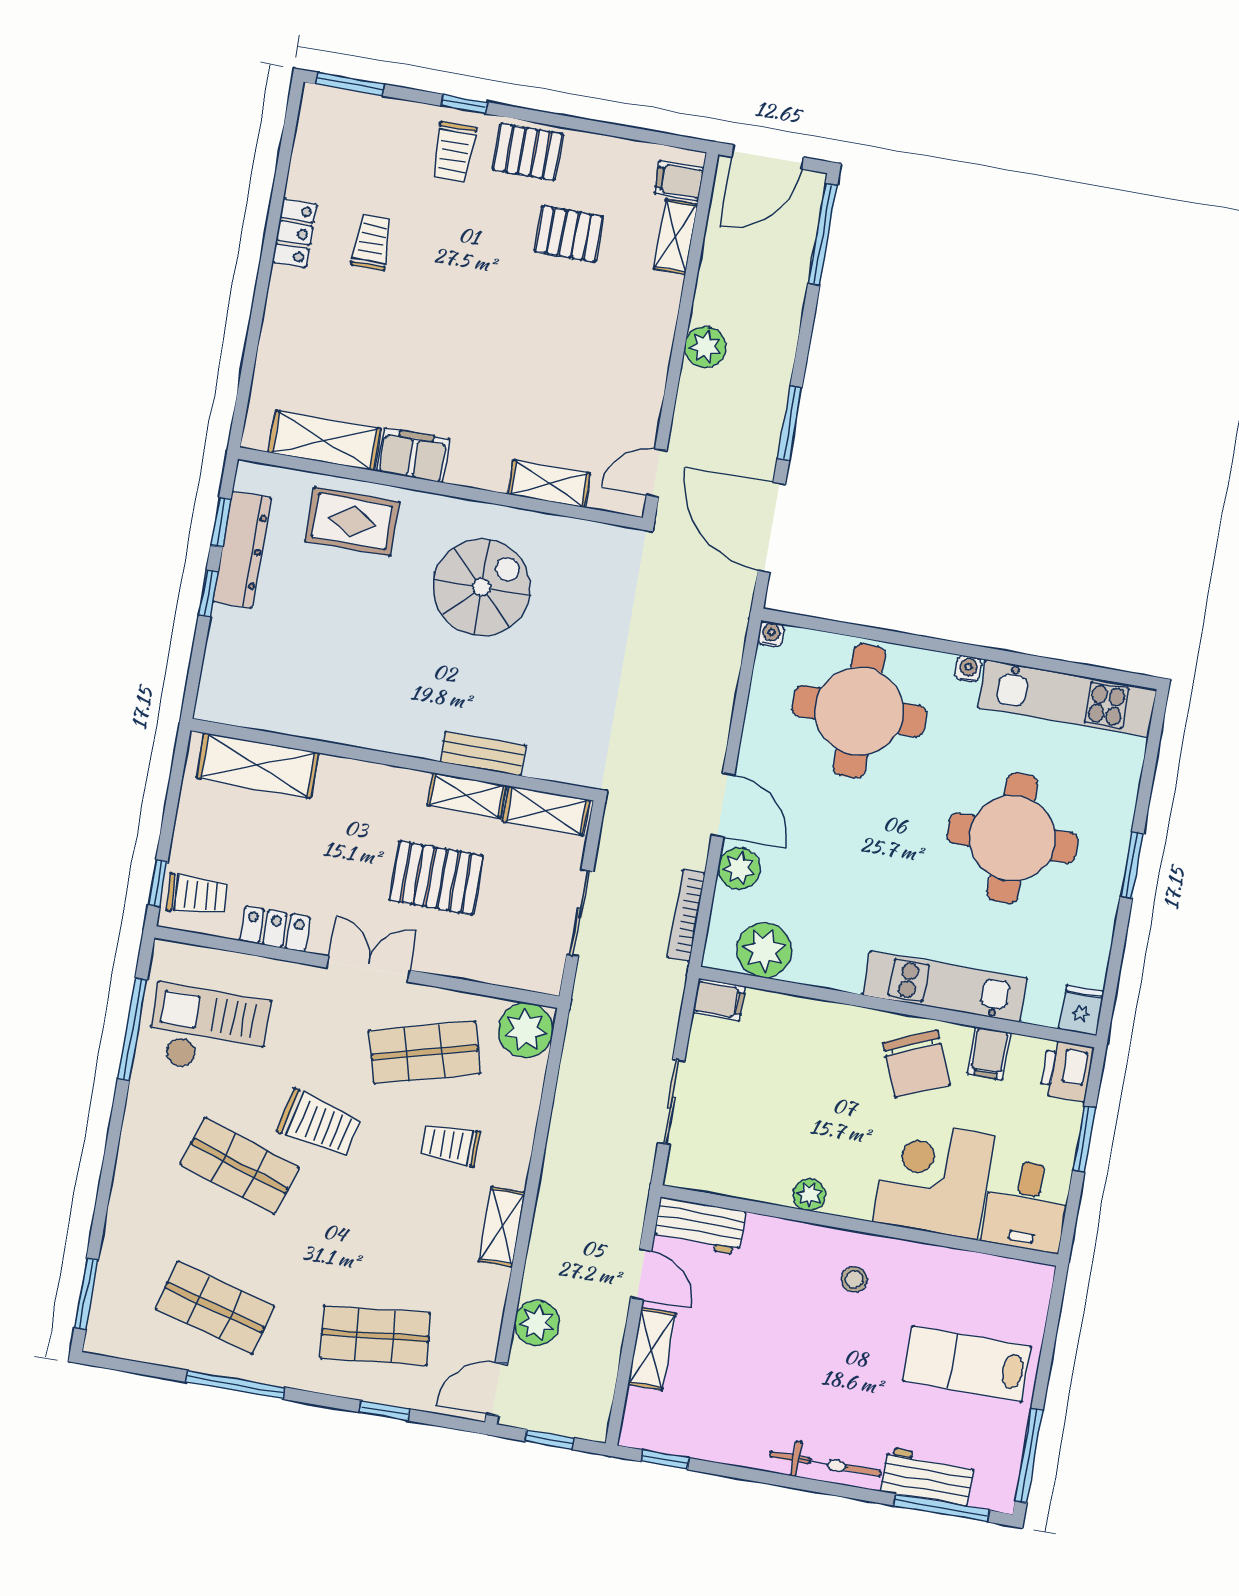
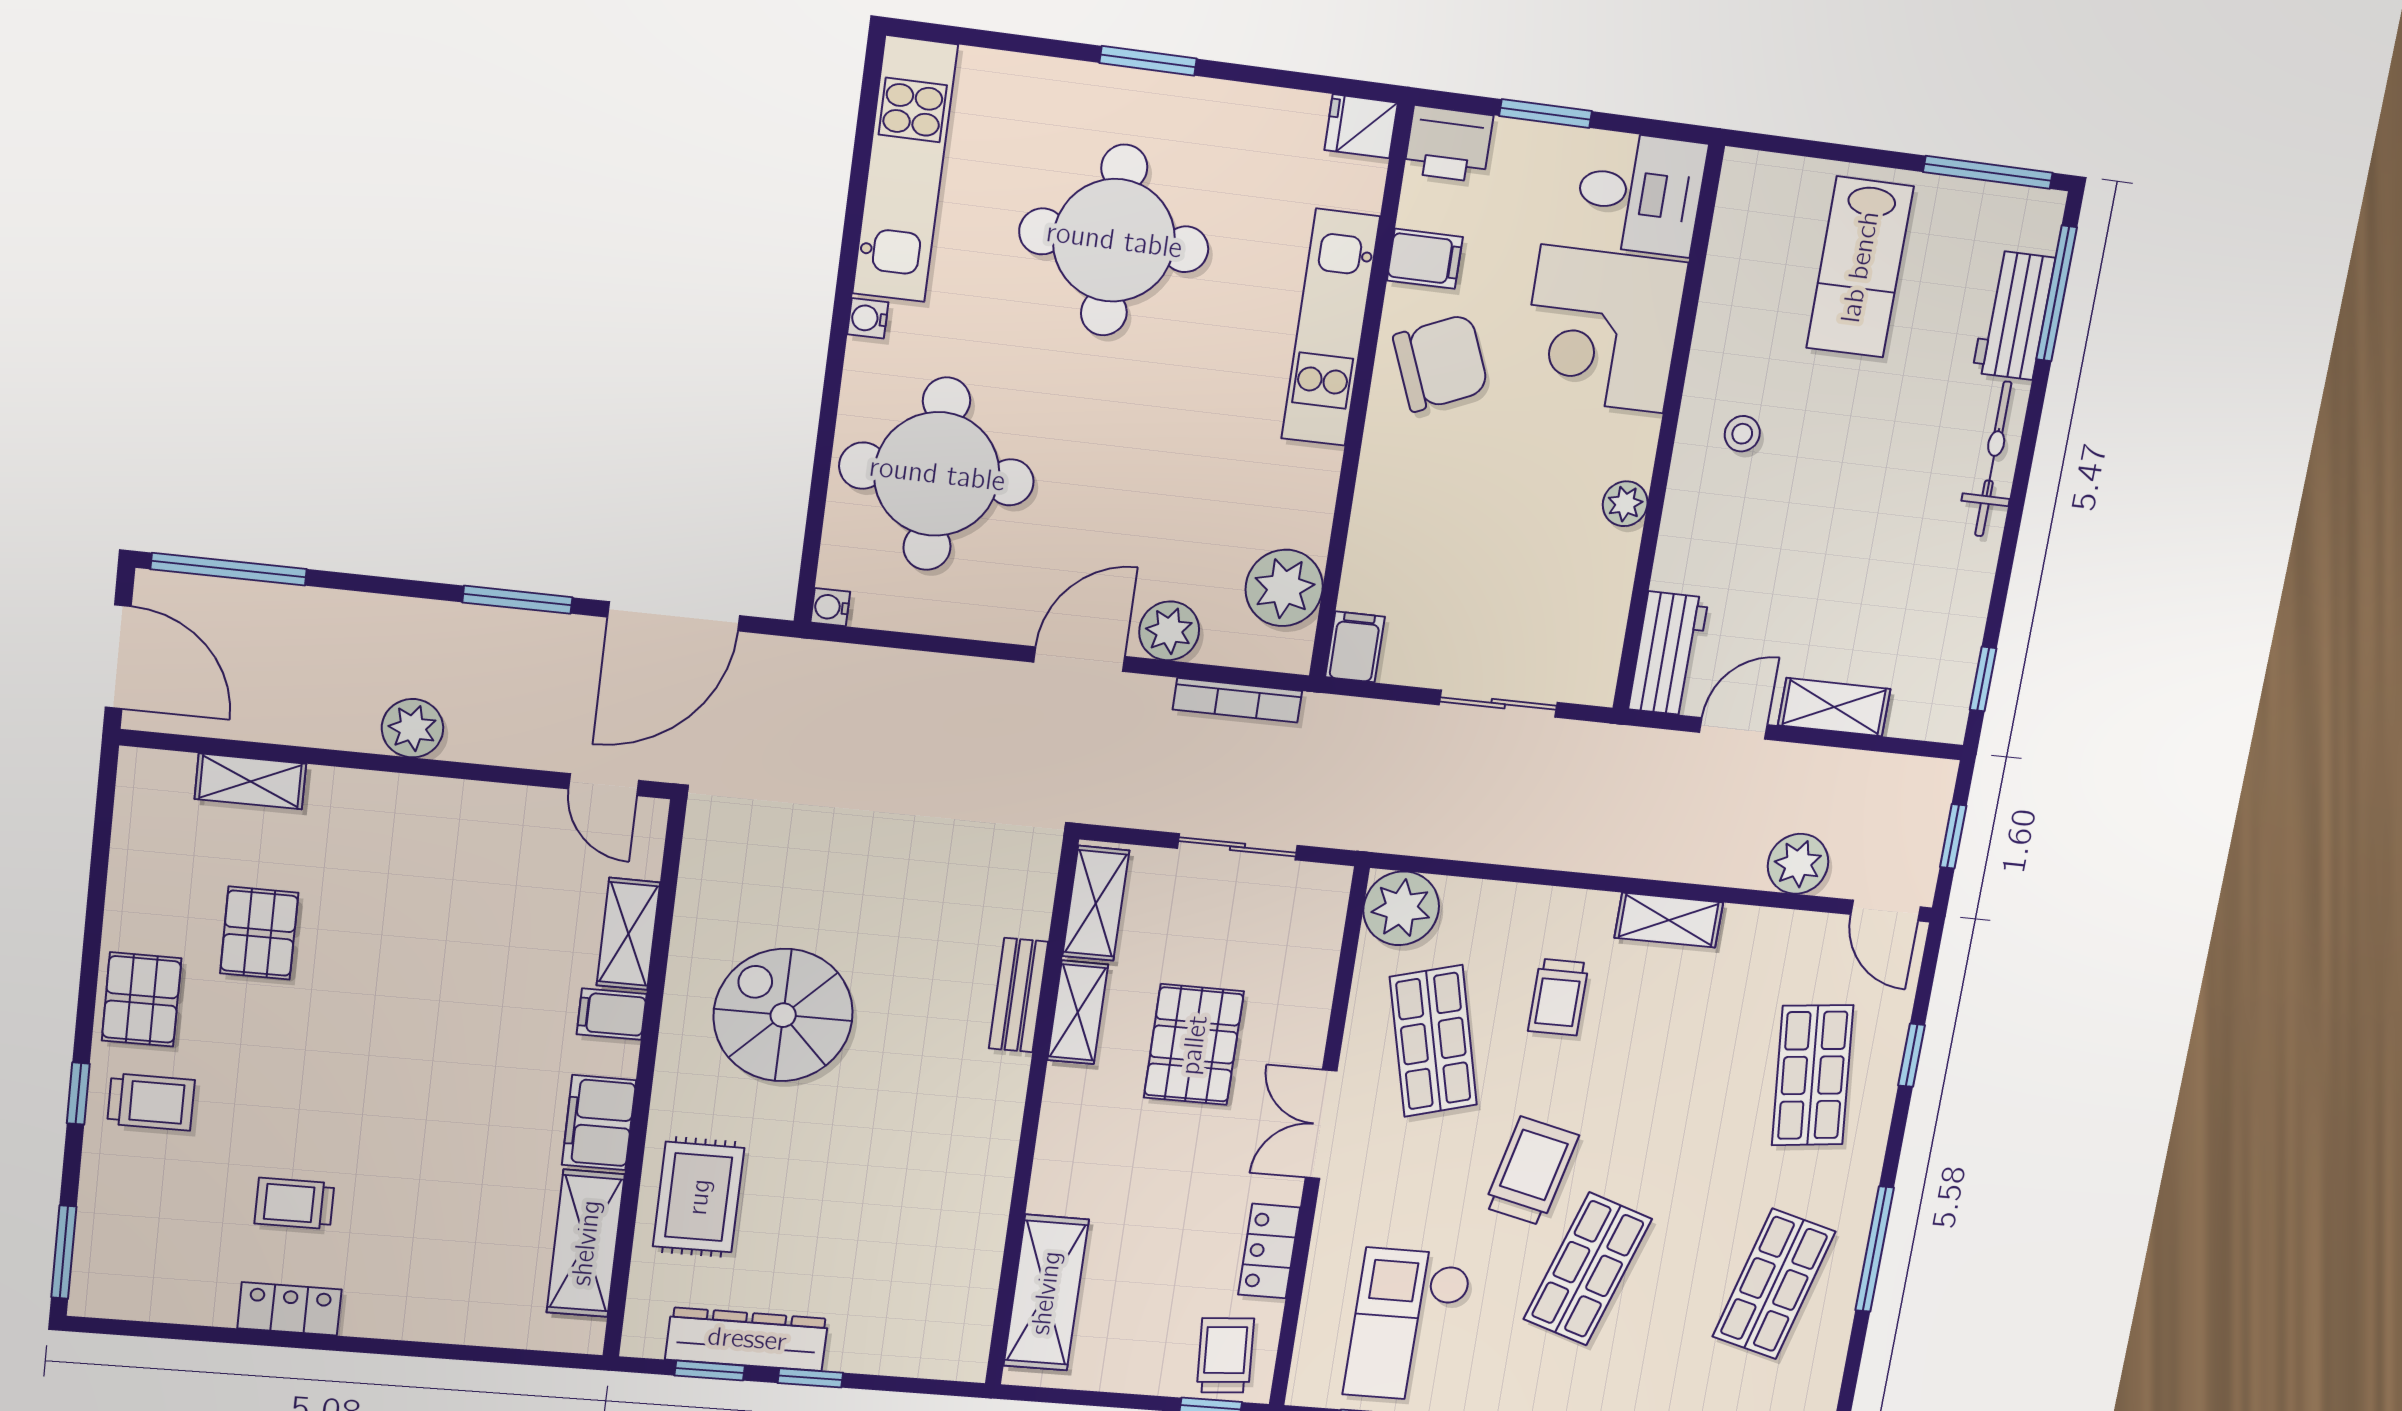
filing cabinet: (679, 181) -> (612, 1014), moved, turned 90

